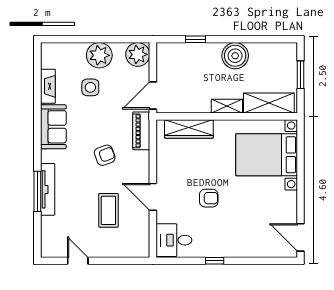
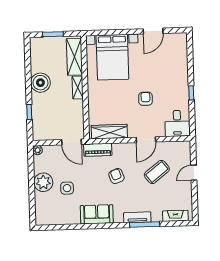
plant: (138, 54) -> (38, 150), width x0.53, depth x0.53
fireplace: (48, 86) -> (175, 216), moved
wardrobe: (189, 129) -> (109, 132), moved, turned -90
tv unit: (48, 189) -> (137, 217), width x0.71
coffee table: (108, 210) -> (157, 172), turned -38
door: (301, 237) -> (153, 31), moved
door: (78, 261) -> (194, 173), moved

